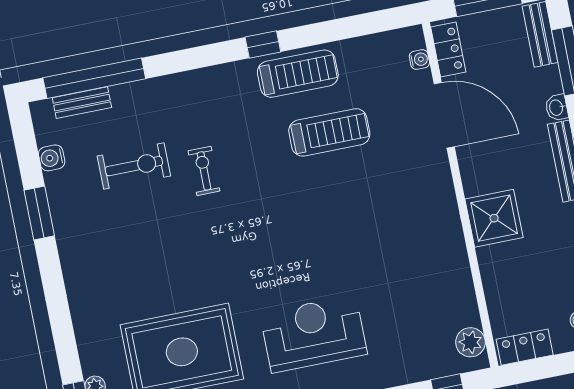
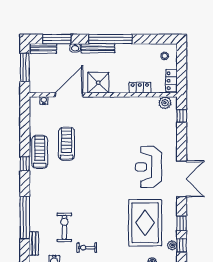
locker: (448, 49) -> (140, 88), moved
window: (94, 78) -> (25, 218), moved
exercise bike: (204, 171) -> (87, 248), moved
shower: (494, 218) -> (98, 83), moved

